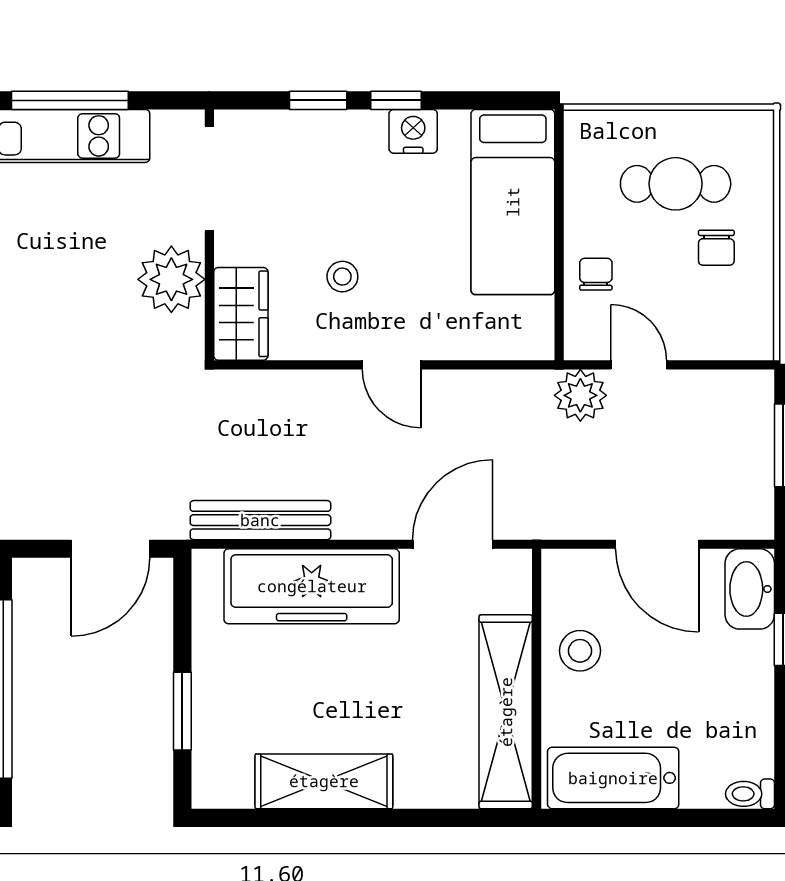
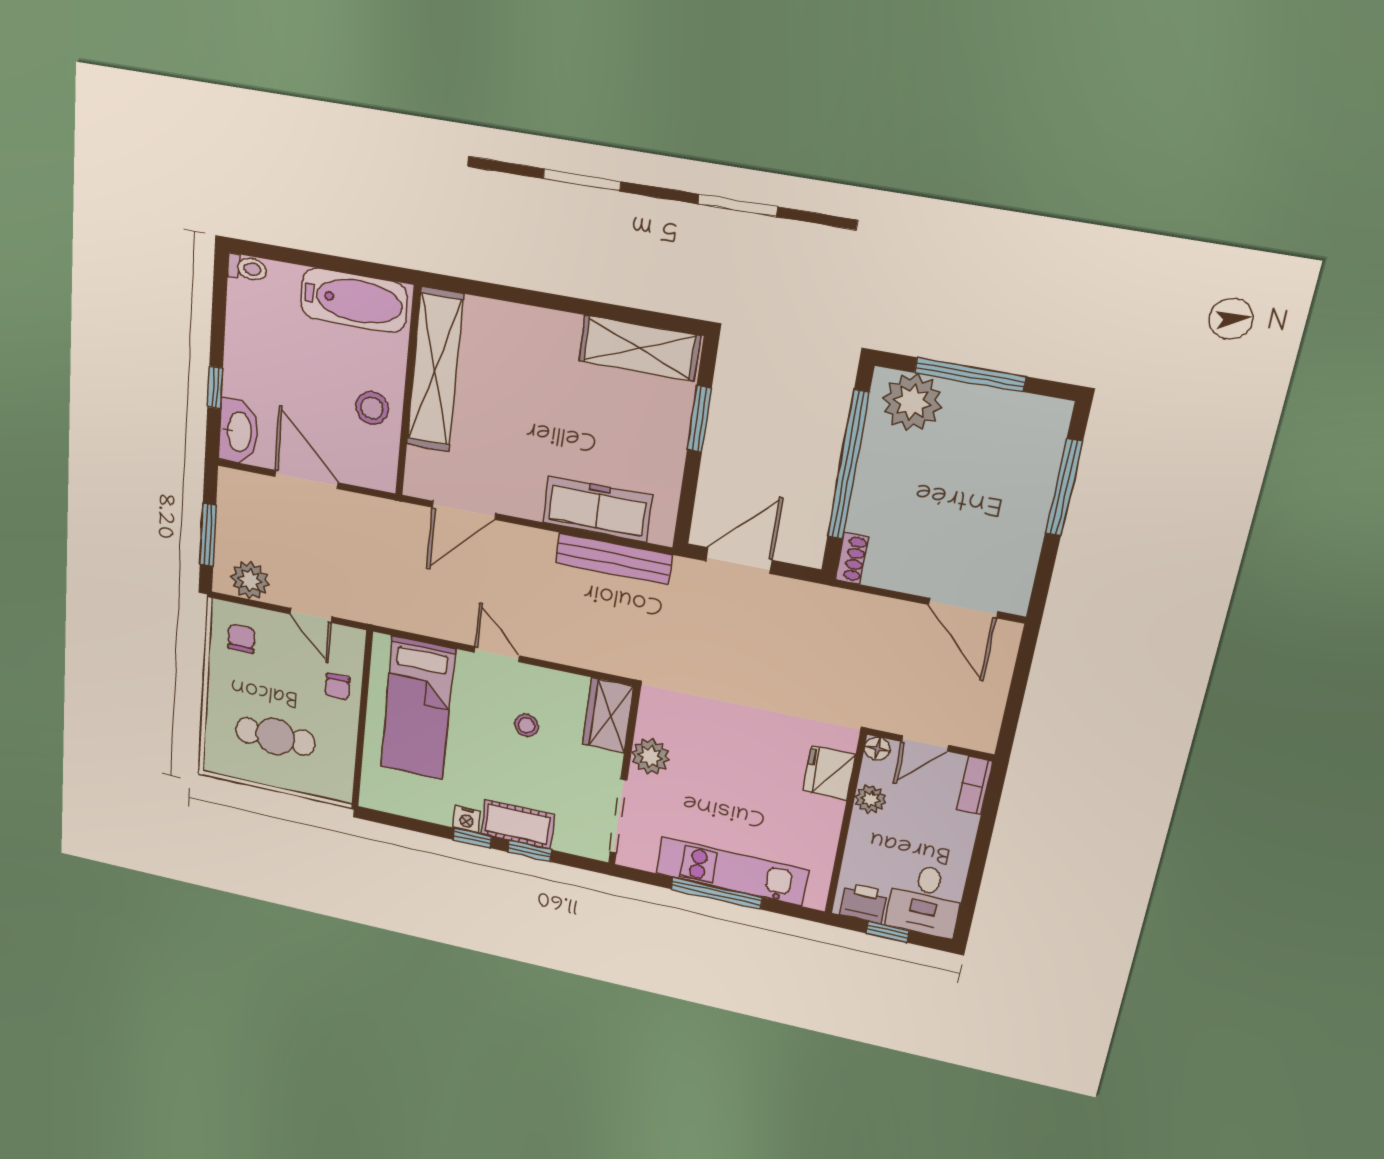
nightstand: (413, 131) -> (467, 819), width x0.72, depth x0.74
cot: (339, 135) -> (517, 824), added
bed: (513, 202) -> (418, 708), moved, turned 180
chair: (716, 248) -> (241, 639), moved
plant: (171, 279) -> (650, 756), width x0.73, depth x0.73
plant: (580, 395) -> (250, 580), moved
freezer: (312, 586) -> (597, 509), width x0.73, depth x0.79
shelving: (324, 781) -> (639, 348), moved

